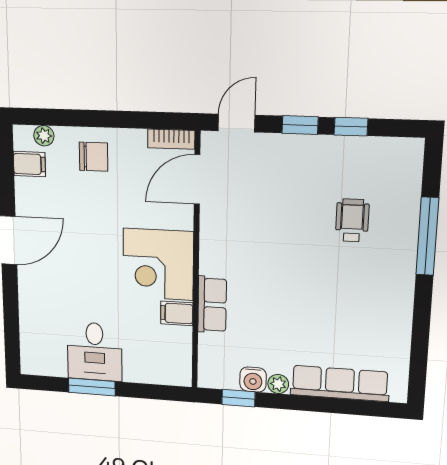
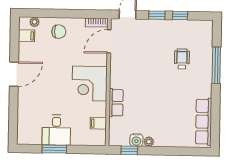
filing cabinet: (177, 313) -> (98, 123), moved
row of seats: (340, 383) -> (204, 122), moved, turned -90

